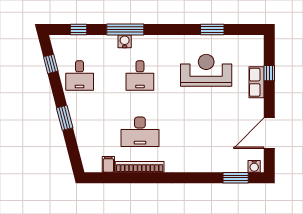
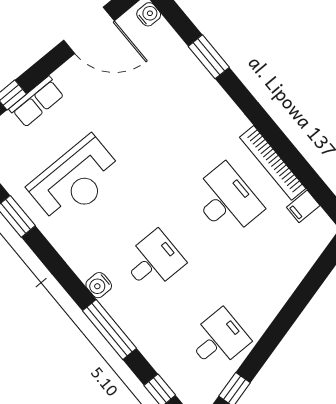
water cooler: (125, 41) -> (99, 285), moved
reception desk: (206, 70) -> (75, 180), turned -90
window: (65, 118) -> (290, 313), removed
window: (236, 178) -> (209, 57), moved

